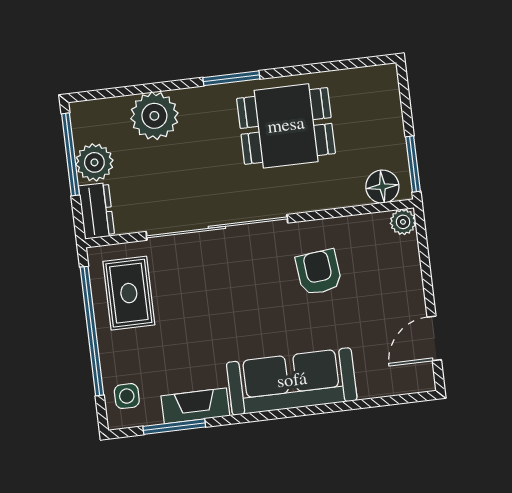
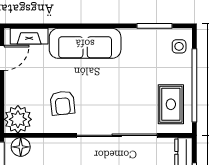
plant: (403, 222) -> (18, 119), width x1.88, depth x1.88
fireplace: (195, 406) -> (29, 36), moved

